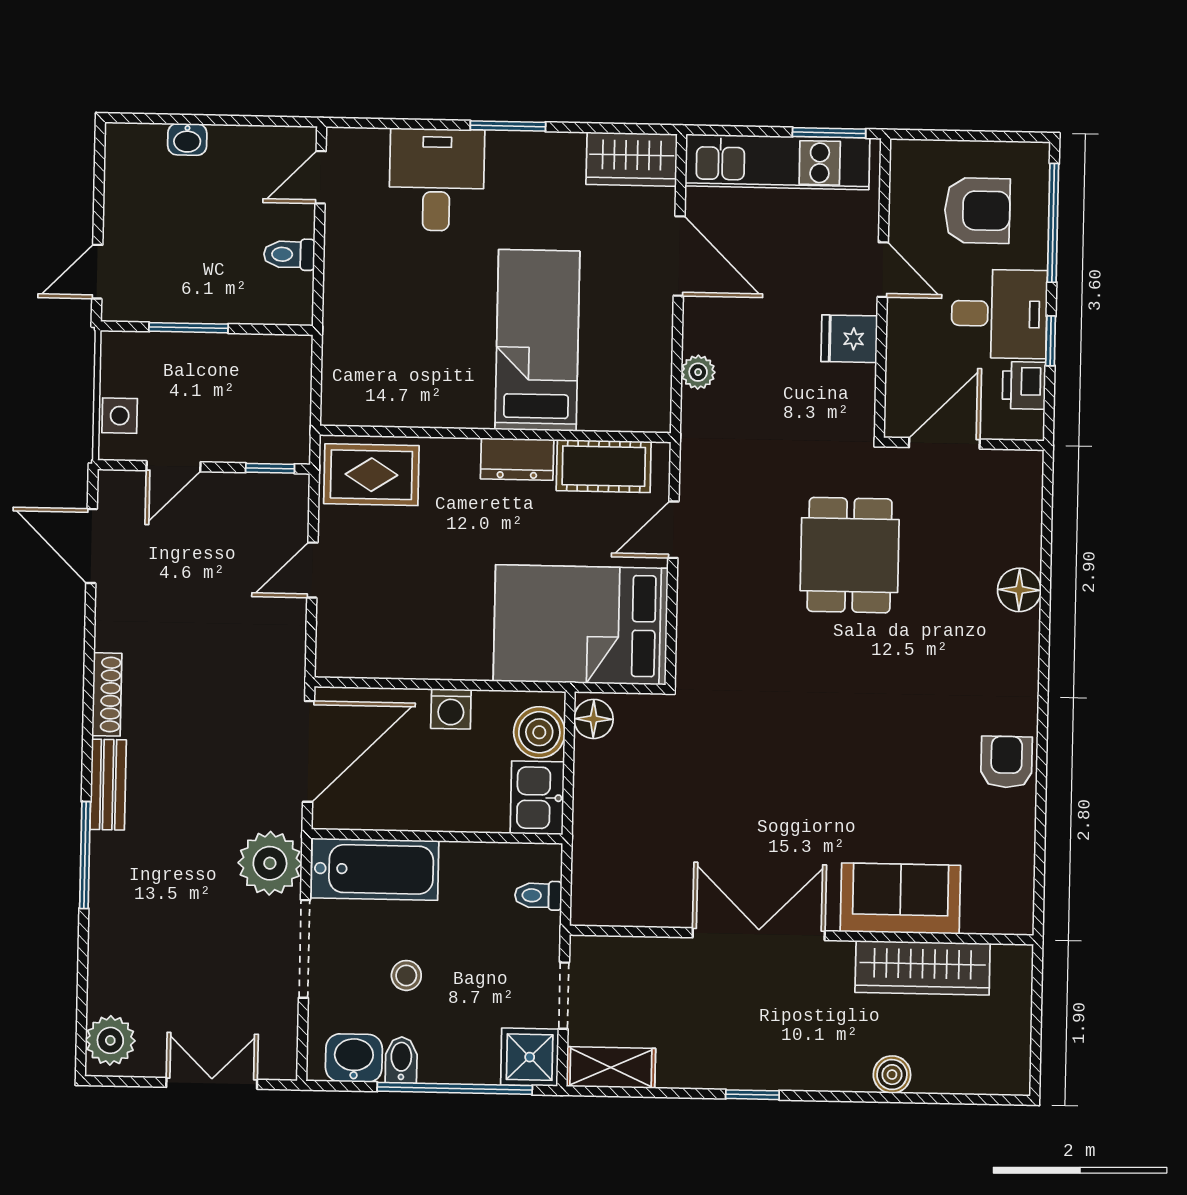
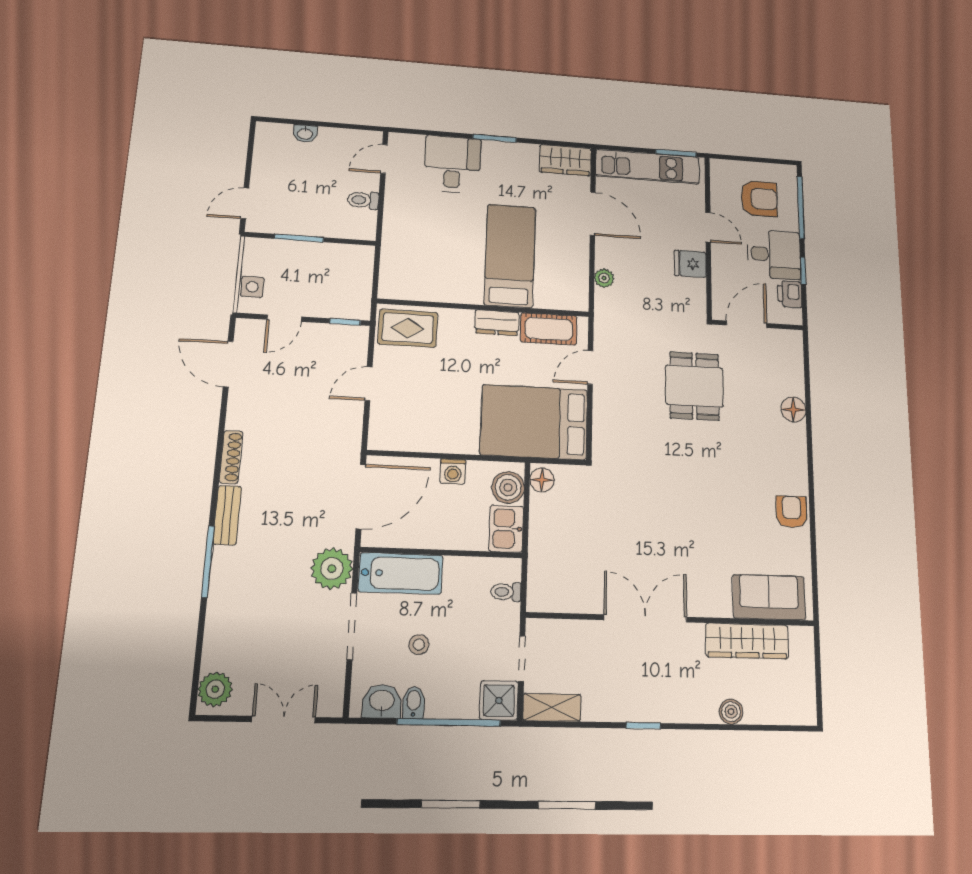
sofa: (900, 898) -> (769, 597), moved

